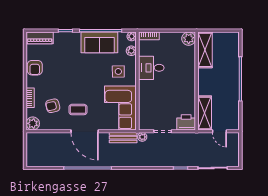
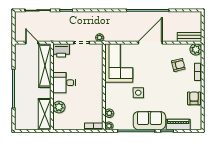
piano: (40, 38) -> (178, 125), moved
plant: (189, 39) -> (59, 107), moved
sofa: (99, 42) -> (149, 121), moved
desk: (151, 68) -> (64, 83), moved, turned 180
side table: (118, 71) -> (138, 93), moved
coffee table: (78, 110) -> (156, 62), removed
shelving: (205, 113) -> (45, 66), width x1.47
door: (85, 131) -> (150, 43), hinge flipped
bench: (123, 138) -> (190, 37), moved

